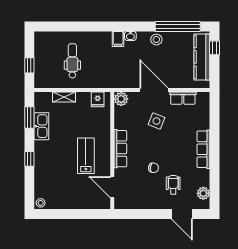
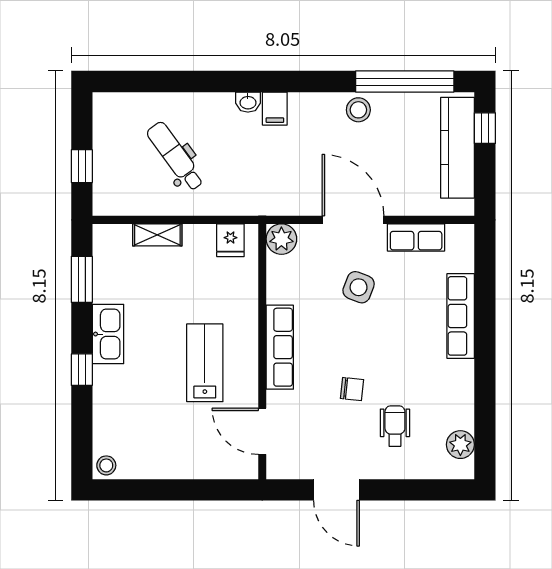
washbasin: (130, 36) -> (248, 102), moved
dental chair: (72, 61) -> (175, 156), turned -36
kitchen sink: (41, 126) -> (108, 334), moved
row of seats: (203, 149) -> (461, 316), moved
door: (182, 214) -> (336, 490), moved

